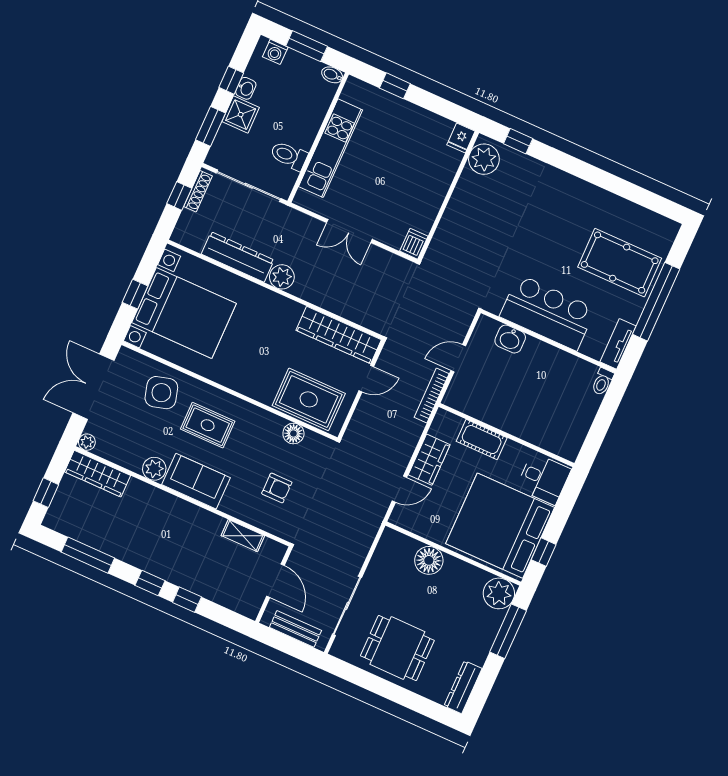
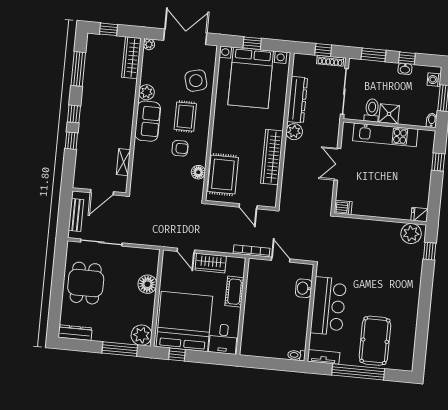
shower: (241, 115) -> (389, 114), moved
wardrobe: (339, 335) -> (272, 157), moved
armchair: (277, 488) -> (180, 148), moved, turned -90

